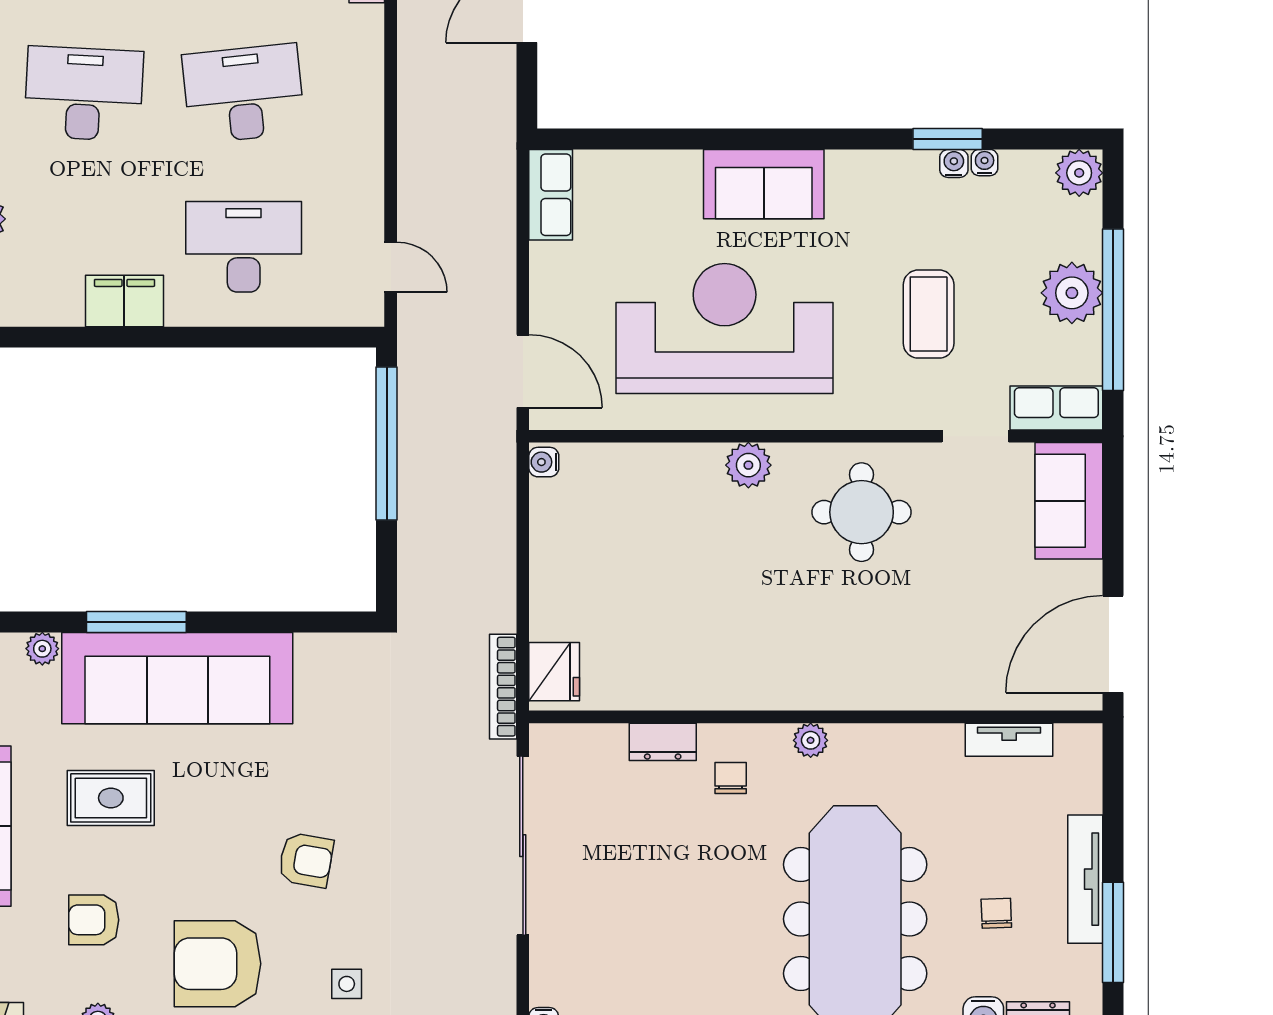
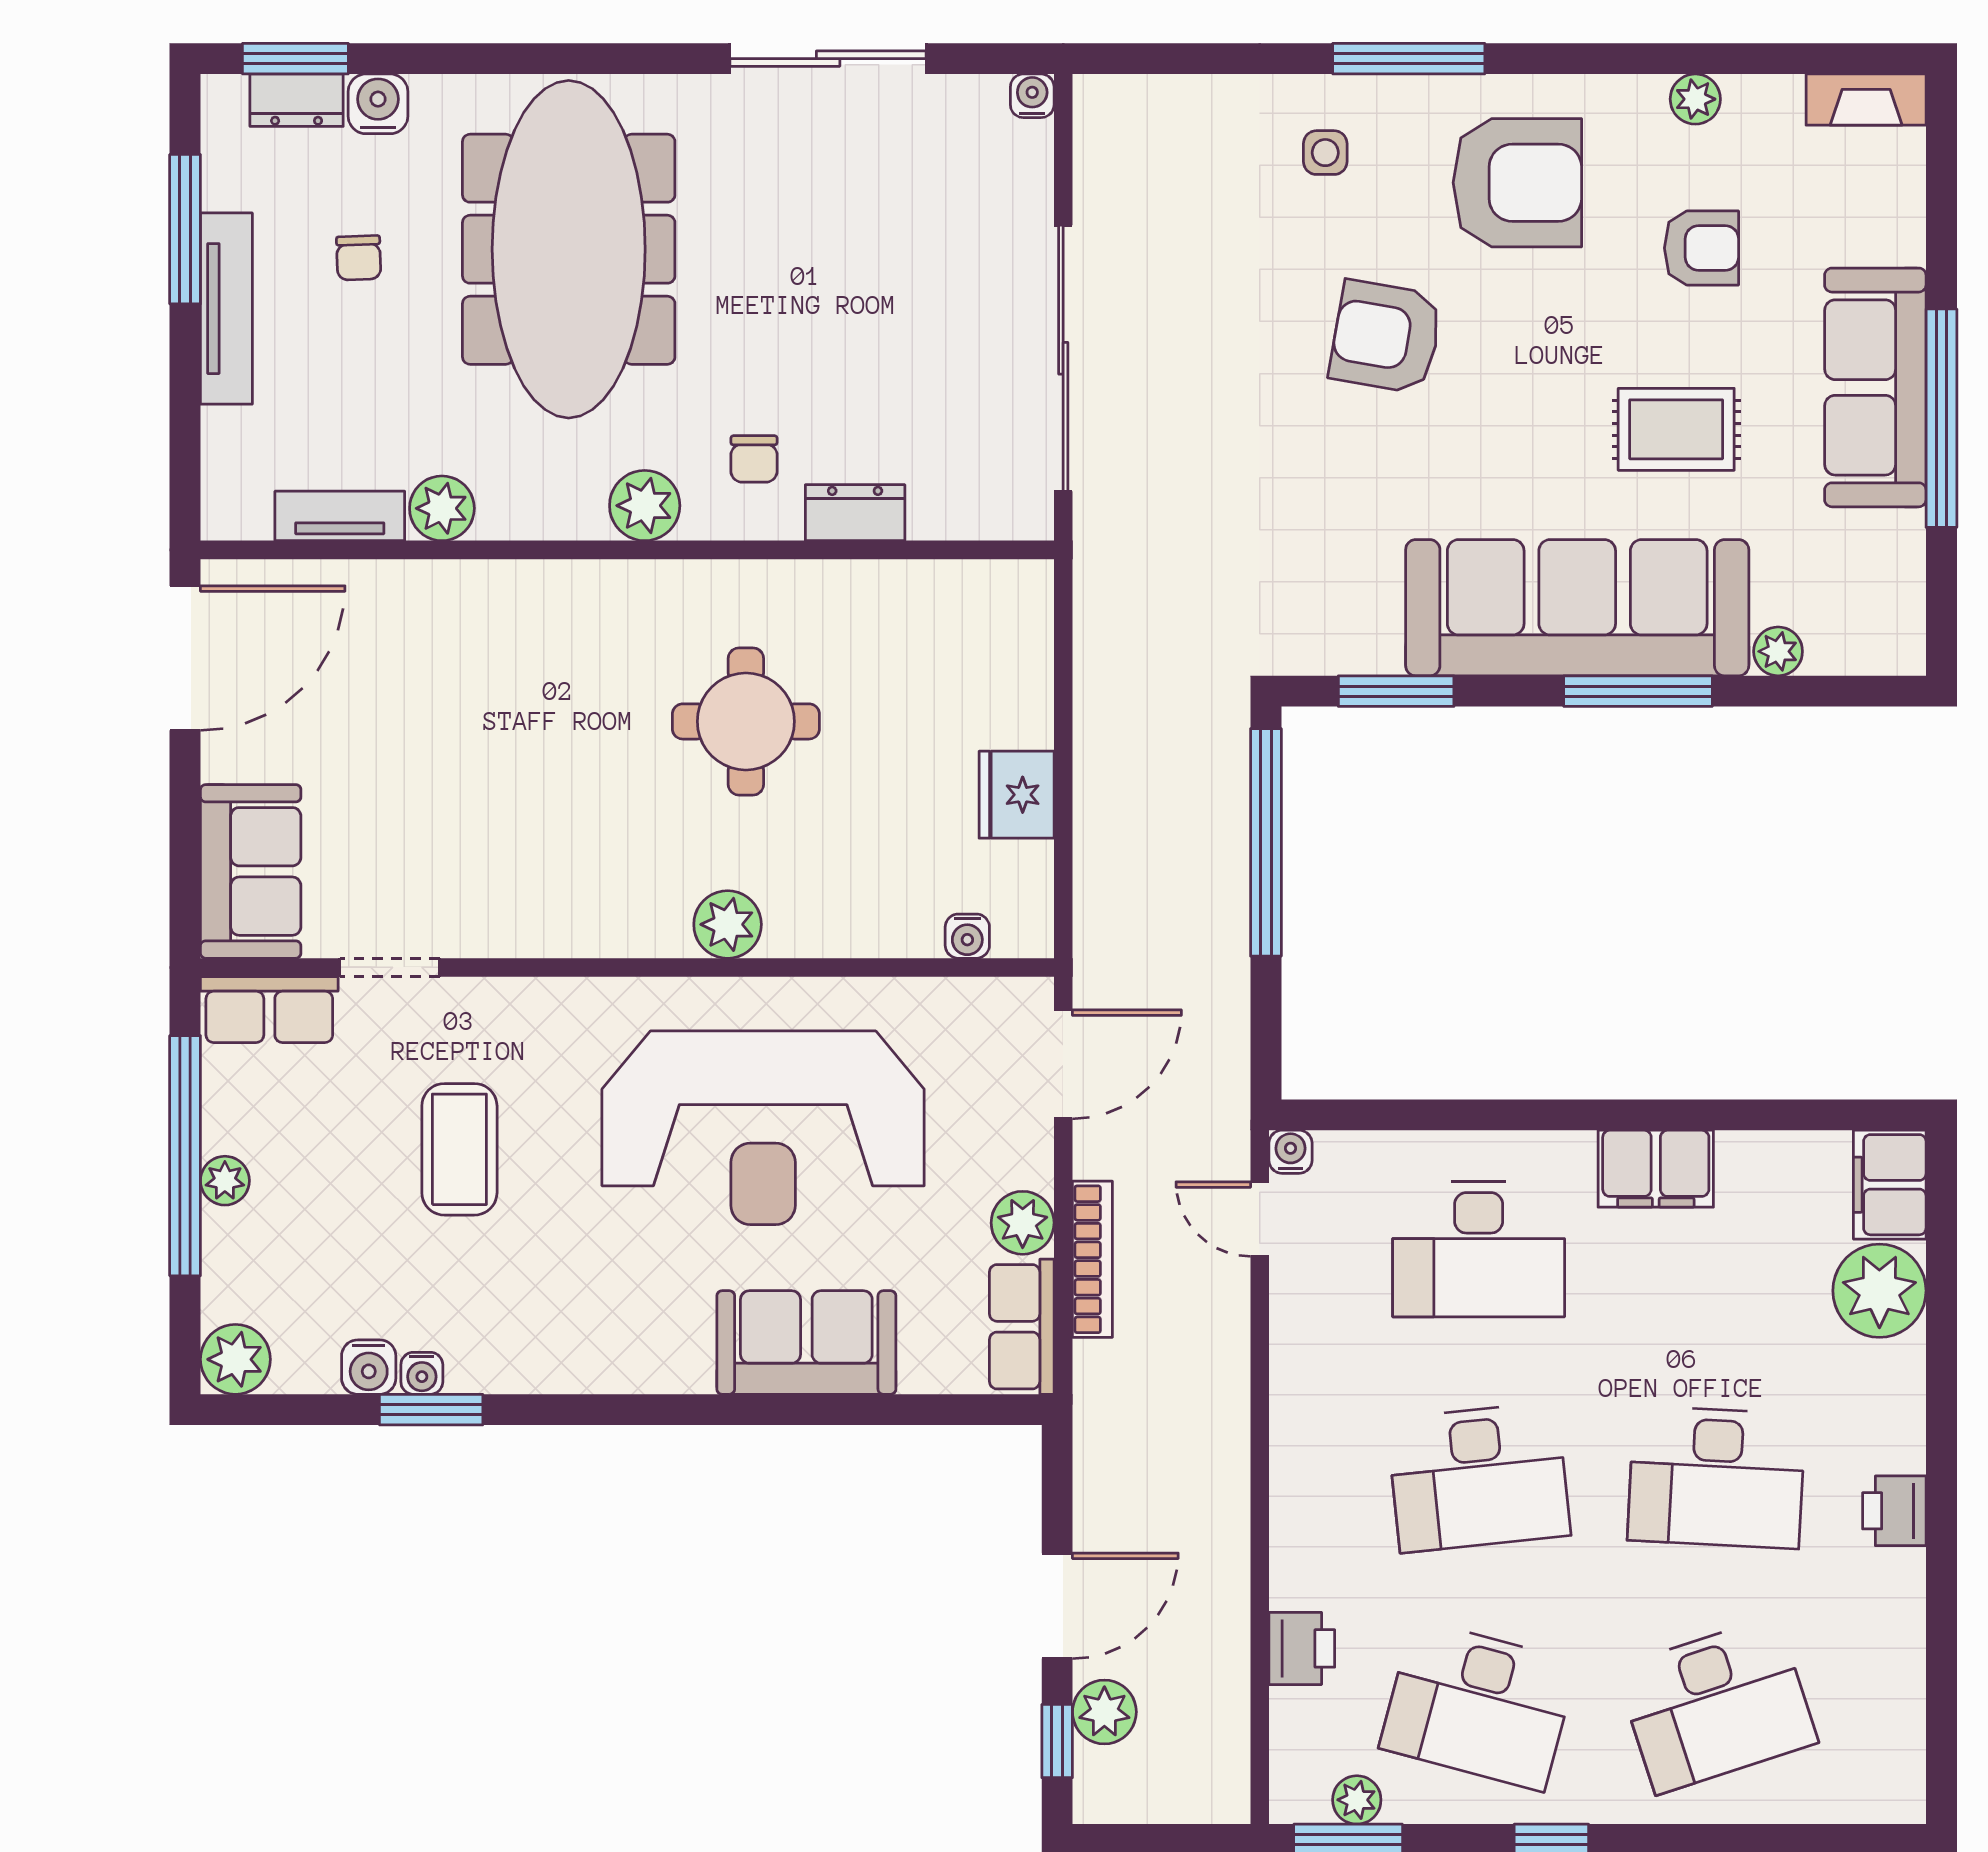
water cooler: (985, 163) -> (369, 1367), width x1.38, depth x1.38
sofa: (764, 184) -> (806, 1343), moved
plant: (550, 265) -> (1023, 1223), added
plant: (1072, 293) -> (225, 1181), width x0.53, depth x0.53
water cooler: (370, 312) -> (1290, 1152), added
door: (523, 371) -> (1063, 1064), swing flipped
window: (387, 443) -> (1266, 842), moved
water cooler: (544, 462) -> (967, 936), moved, turned 90
round table: (862, 512) -> (746, 721), moved
window: (299, 622) -> (1396, 691), added
fridge: (554, 672) -> (1017, 795), moved
bookcase: (503, 687) -> (1092, 1259), moved
plant: (811, 740) -> (645, 506), width x1.38, depth x1.38
plant: (940, 745) -> (442, 508), added
armchair: (306, 860) -> (1386, 337), width x1.38, depth x1.38

